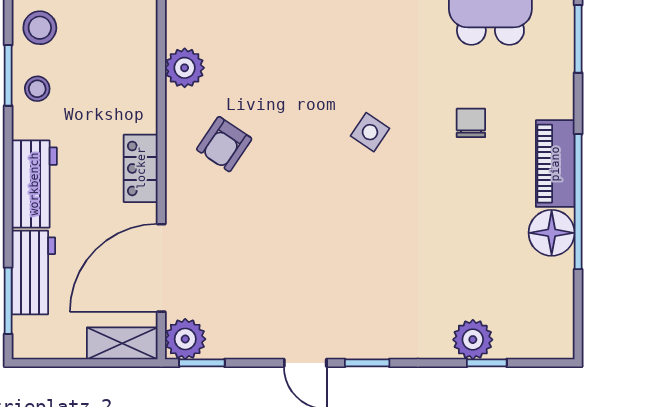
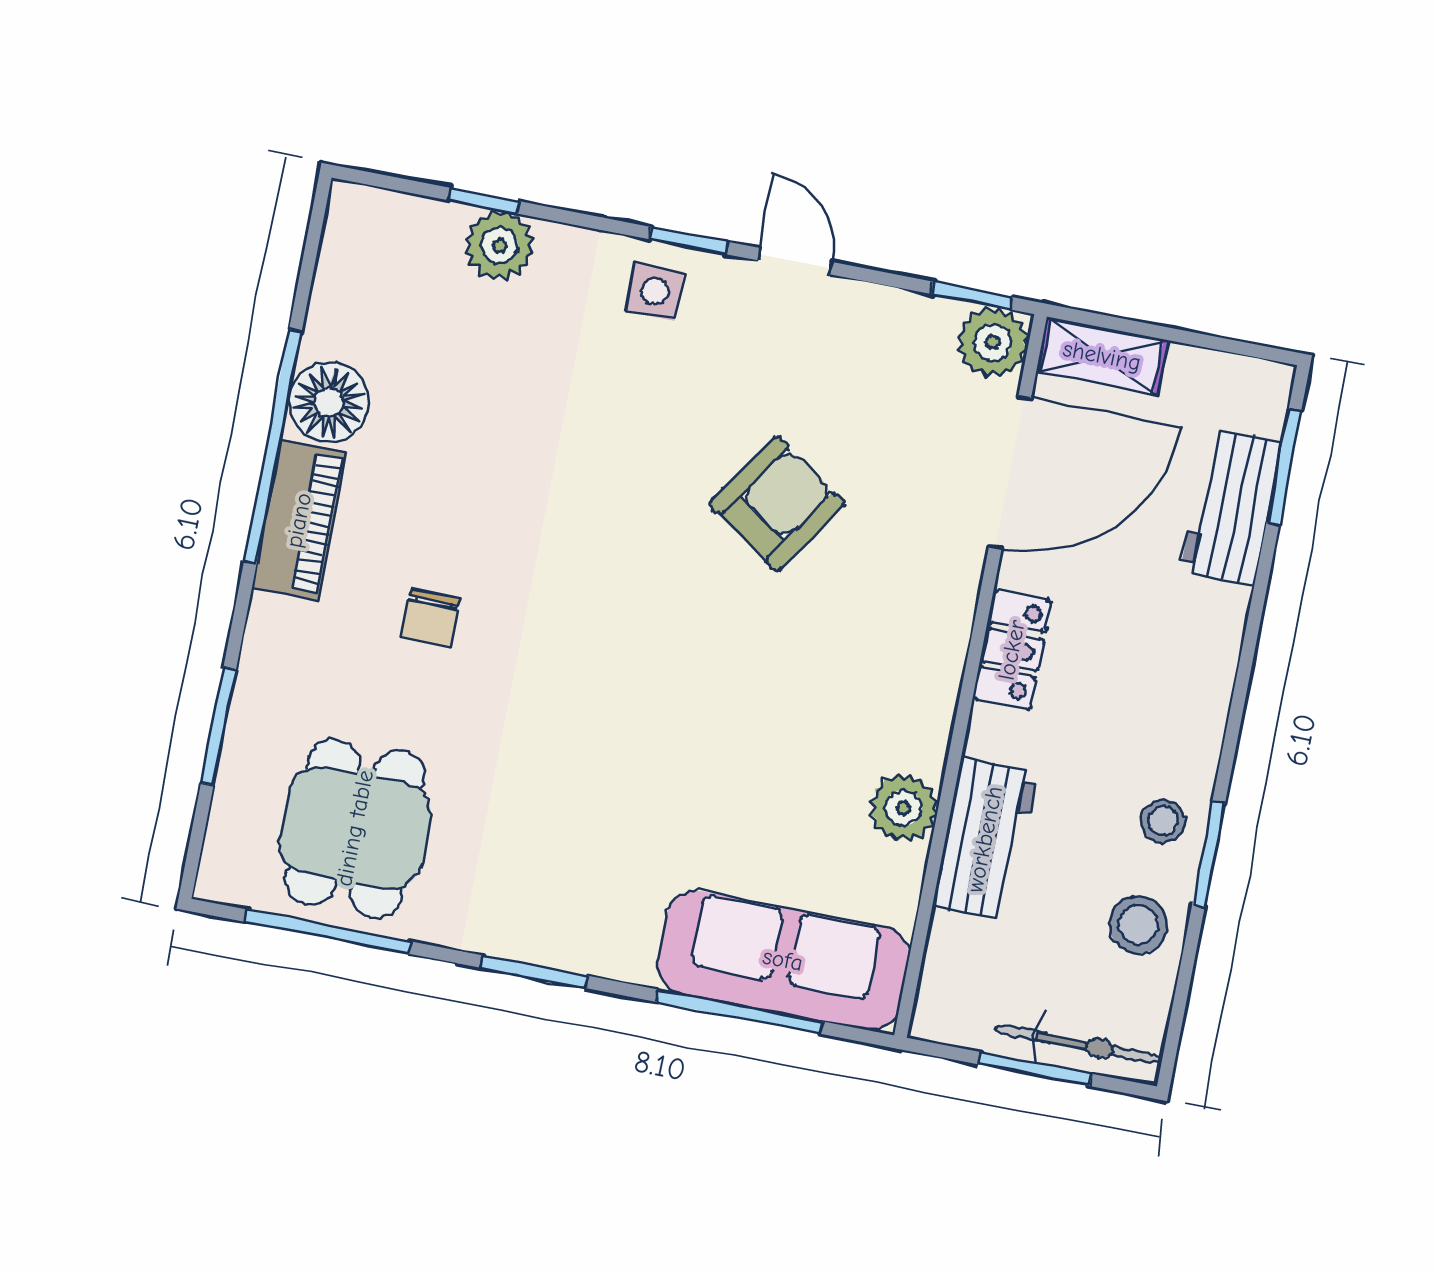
side table: (370, 132) -> (655, 292), moved, turned -34
armchair: (224, 144) -> (777, 503), moved, width x1.38, depth x1.38
workbench: (34, 184) -> (985, 839), moved, turned 180

